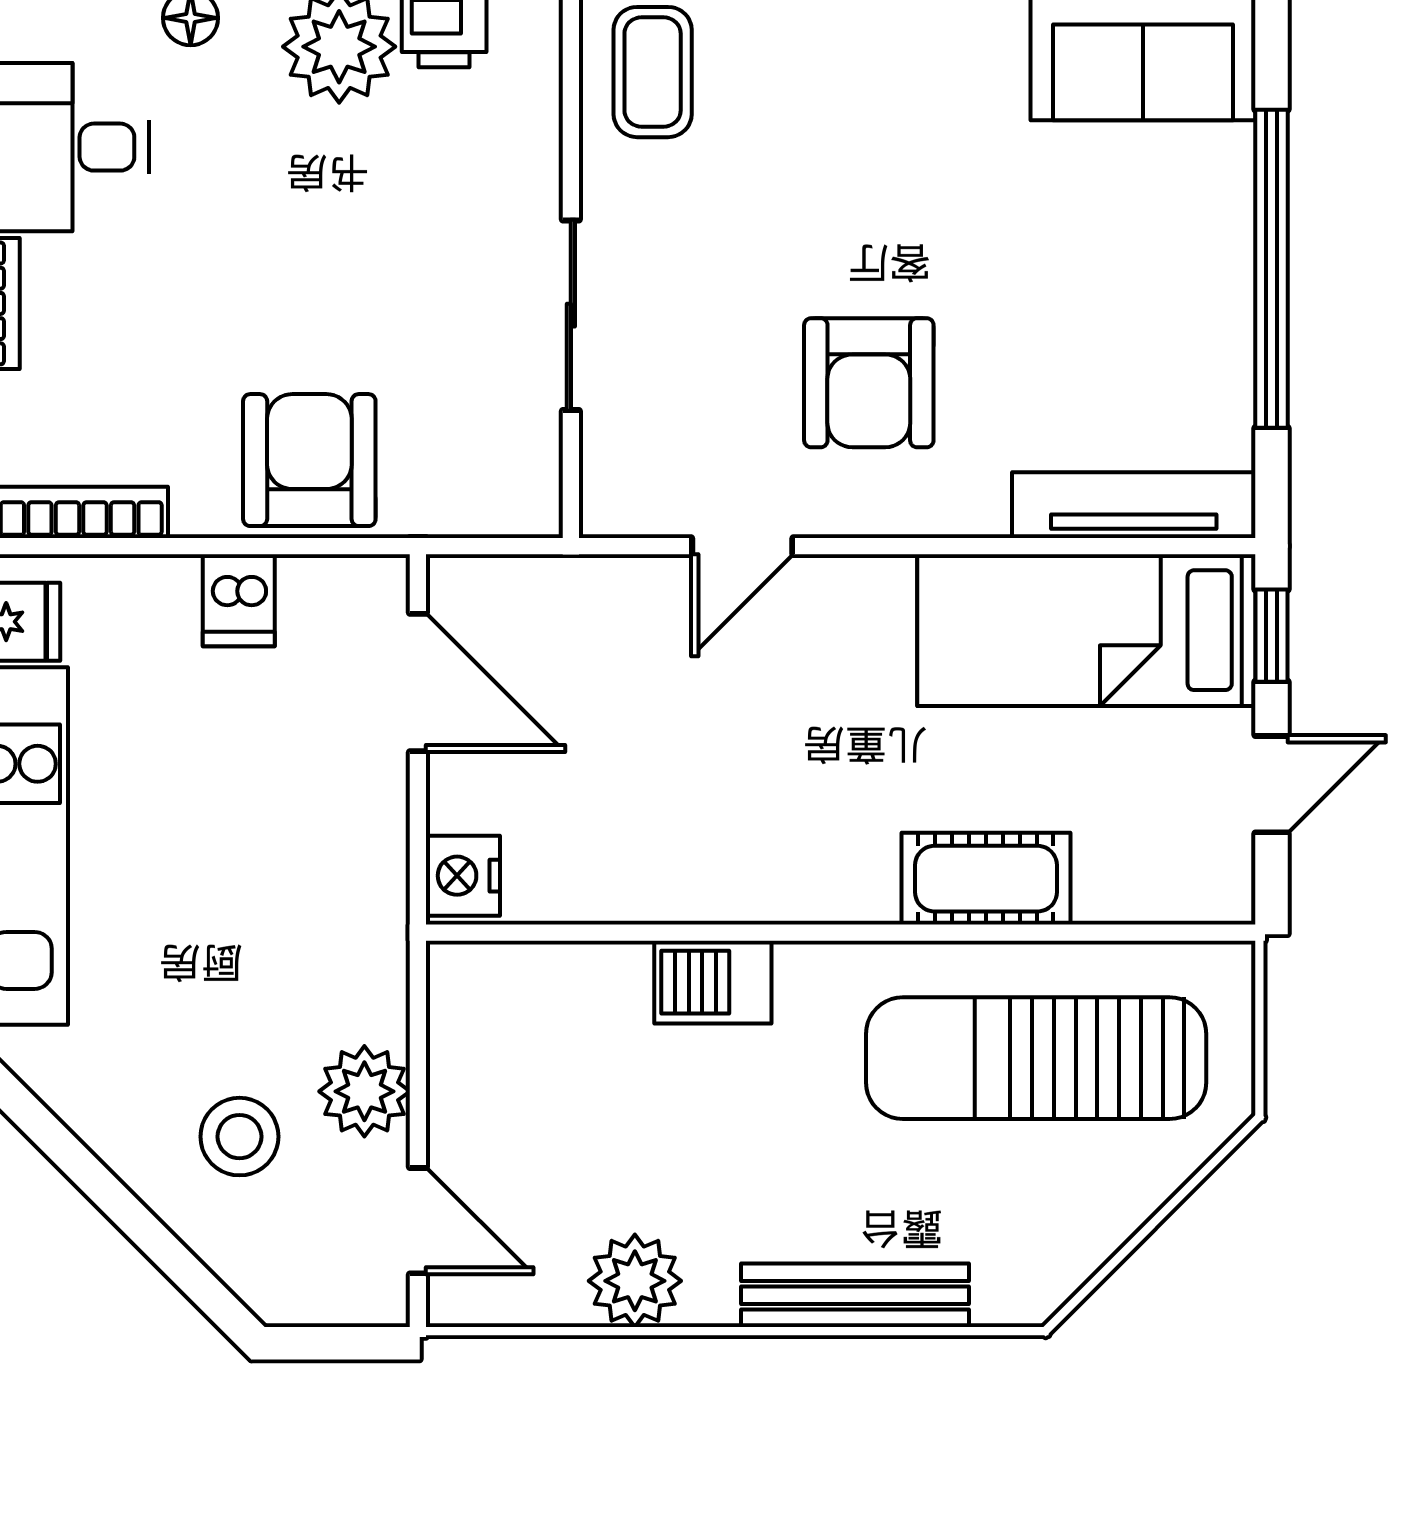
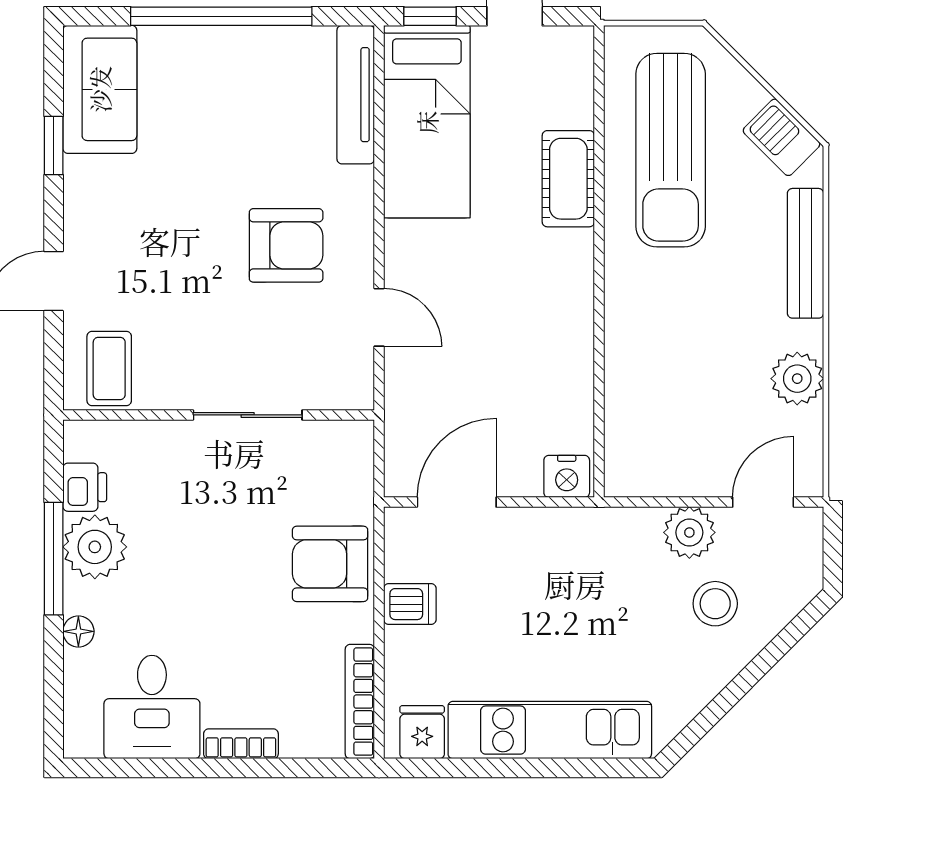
coffee table: (653, 72) -> (109, 368), turned 90
barbecue: (713, 982) -> (782, 137), moved, turned 135

